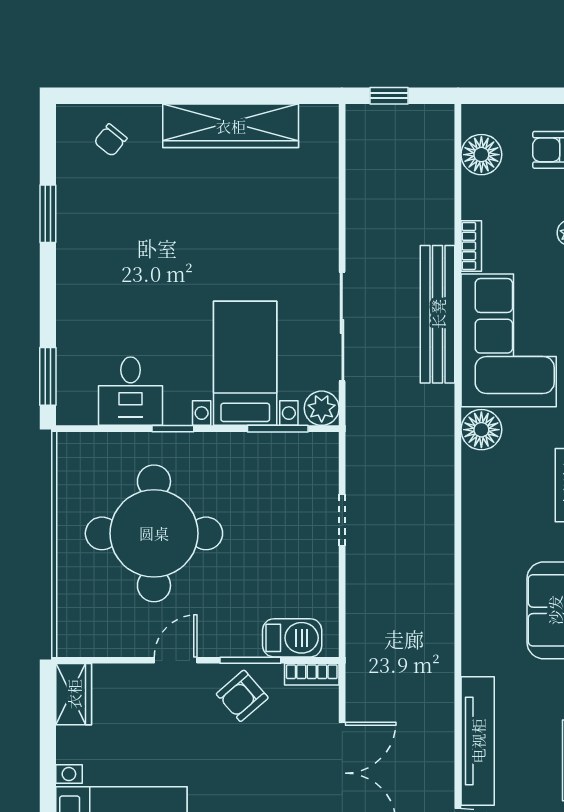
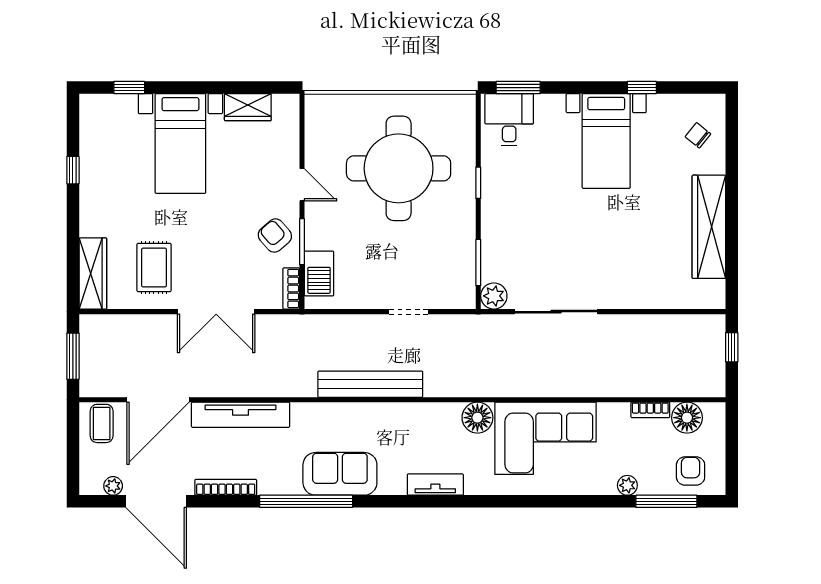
window: (48, 214) -> (642, 88), width x0.67
bookcase: (471, 246) -> (650, 410), moved
bench: (438, 314) -> (370, 384), moved
bed with nightstands: (245, 363) -> (606, 141), moved, turned 90
desk: (131, 391) -> (509, 120), moved, turned 90
wardrobe: (74, 694) -> (248, 107), moved

